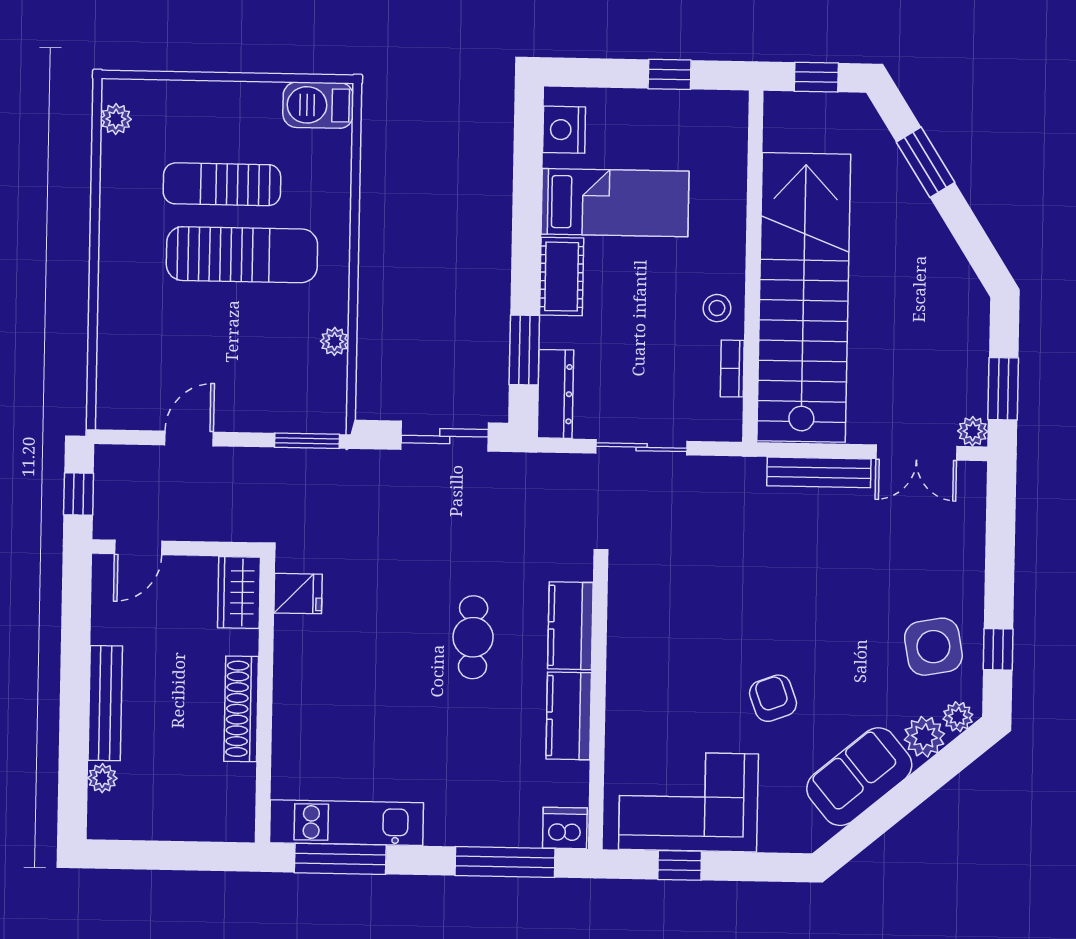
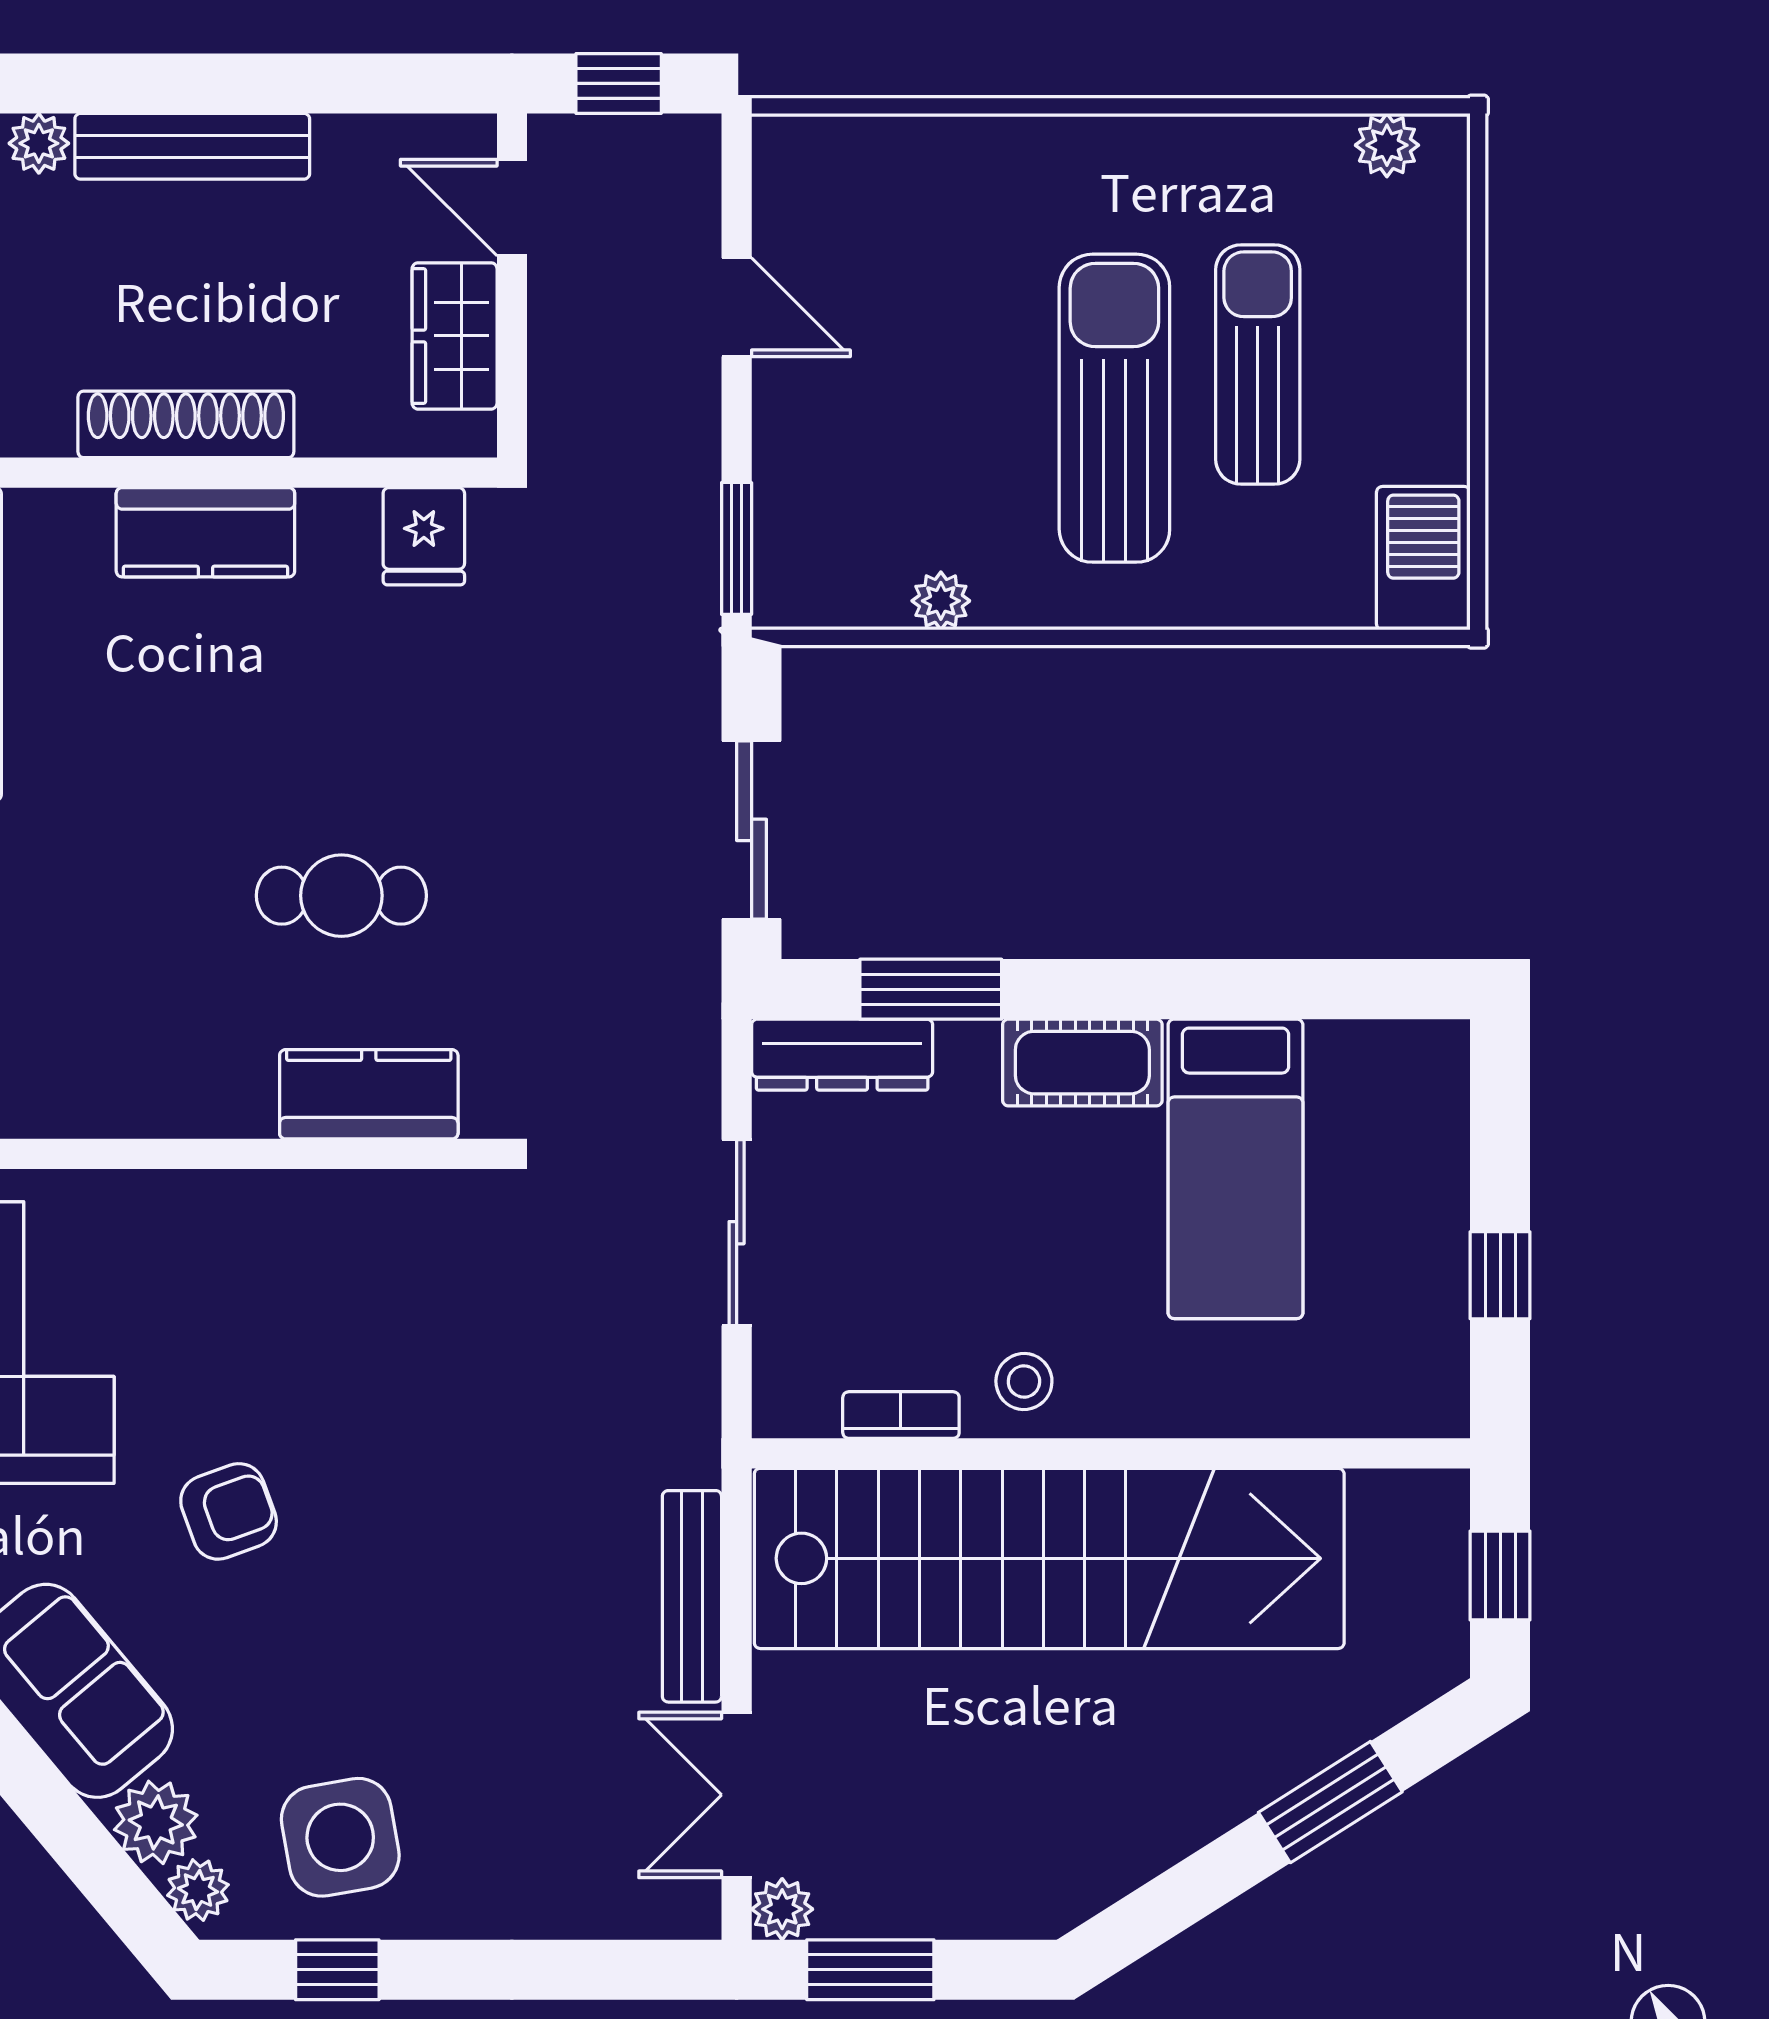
nightstand: (564, 130) -> (1383, 1062), removed
sun lounger: (242, 255) -> (1114, 408), turned 180
wardrobe: (239, 592) -> (455, 336), moved, turned -90
kitchen counter: (569, 716) -> (205, 532), moved, turned 180

